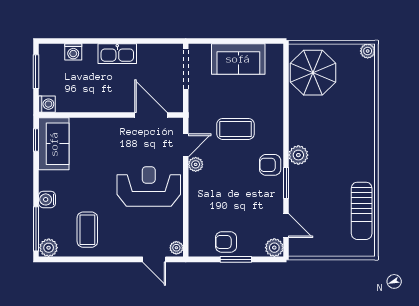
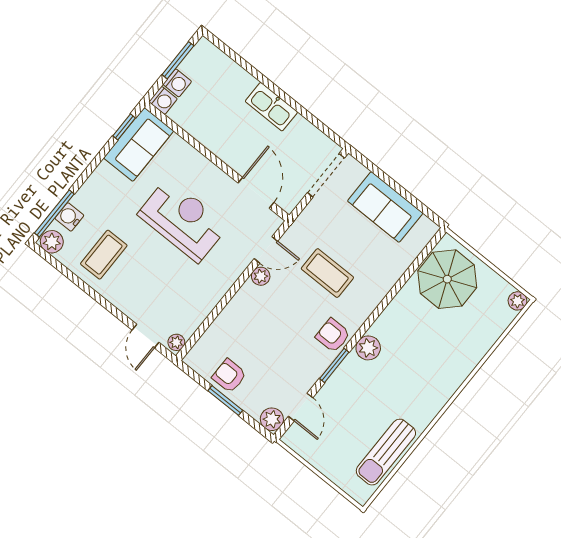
washing machine: (73, 52) -> (177, 83), moved, turned -90
reception desk: (149, 187) -> (183, 220), moved
water cooler: (47, 199) -> (69, 217), moved

